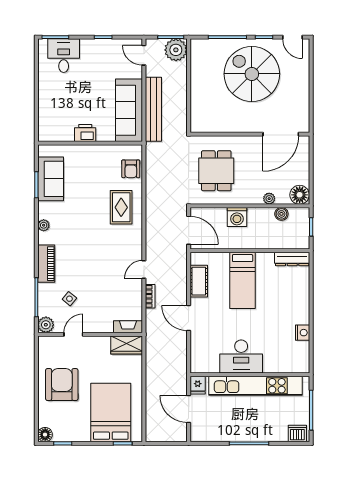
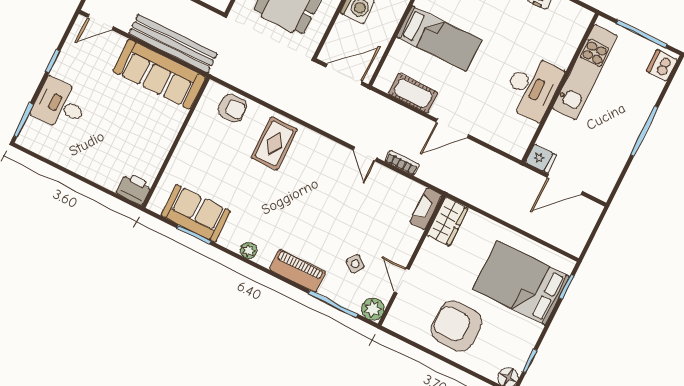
desk: (64, 56) -> (60, 105), moved
printer: (85, 133) -> (134, 189), moved, turned 90
rug: (121, 207) -> (274, 143), turned 90
kitchen unit: (255, 386) -> (585, 72), width x0.73

